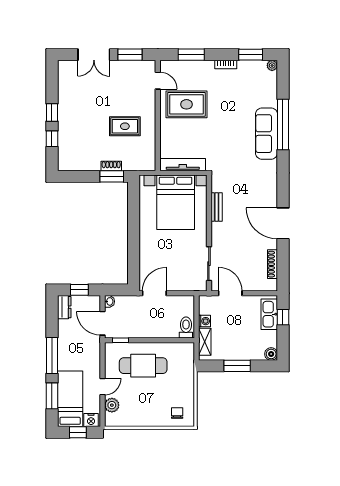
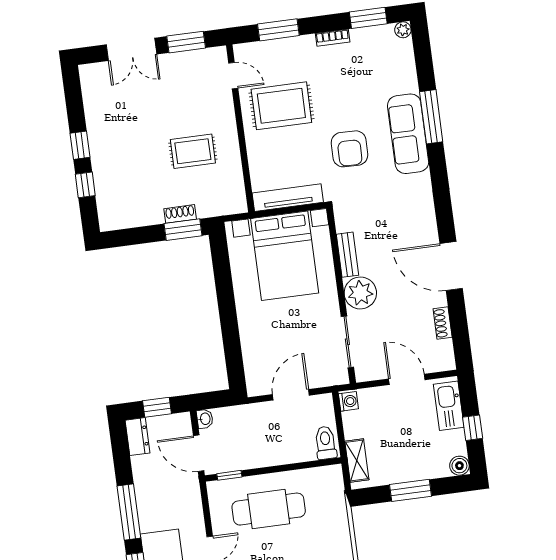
window: (283, 124) -> (431, 117), width x0.68
armchair: (227, 138) -> (349, 149), added
plant: (222, 233) -> (360, 293), added
shoe rack: (273, 264) -> (443, 323), width x0.70
door: (154, 293) -> (291, 395), moved
door: (230, 293) -> (407, 379), moved
window: (283, 317) -> (473, 428), moved
washing machine: (204, 321) -> (348, 401), moved

